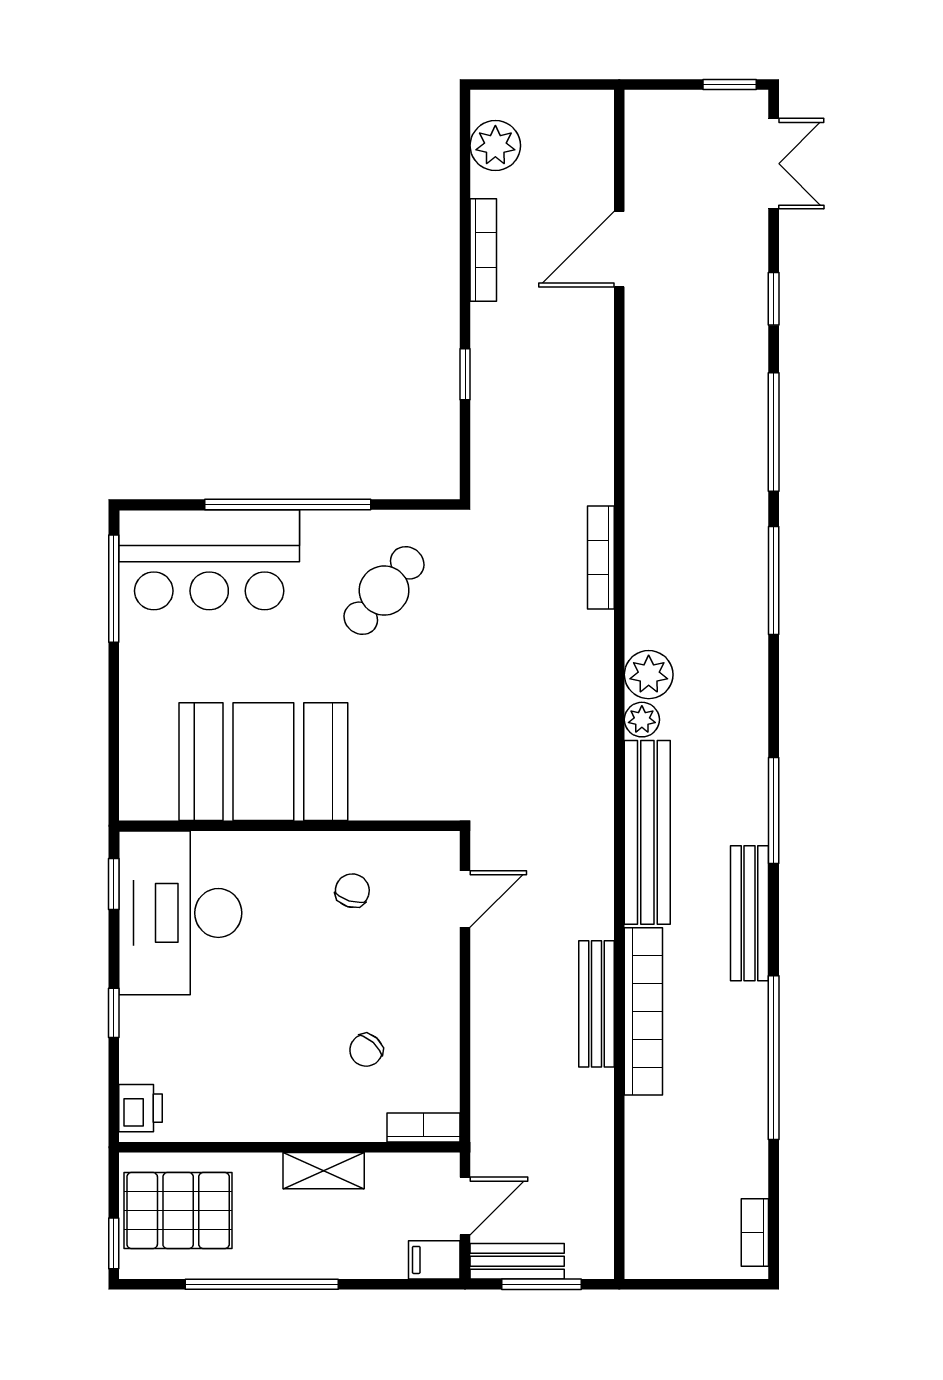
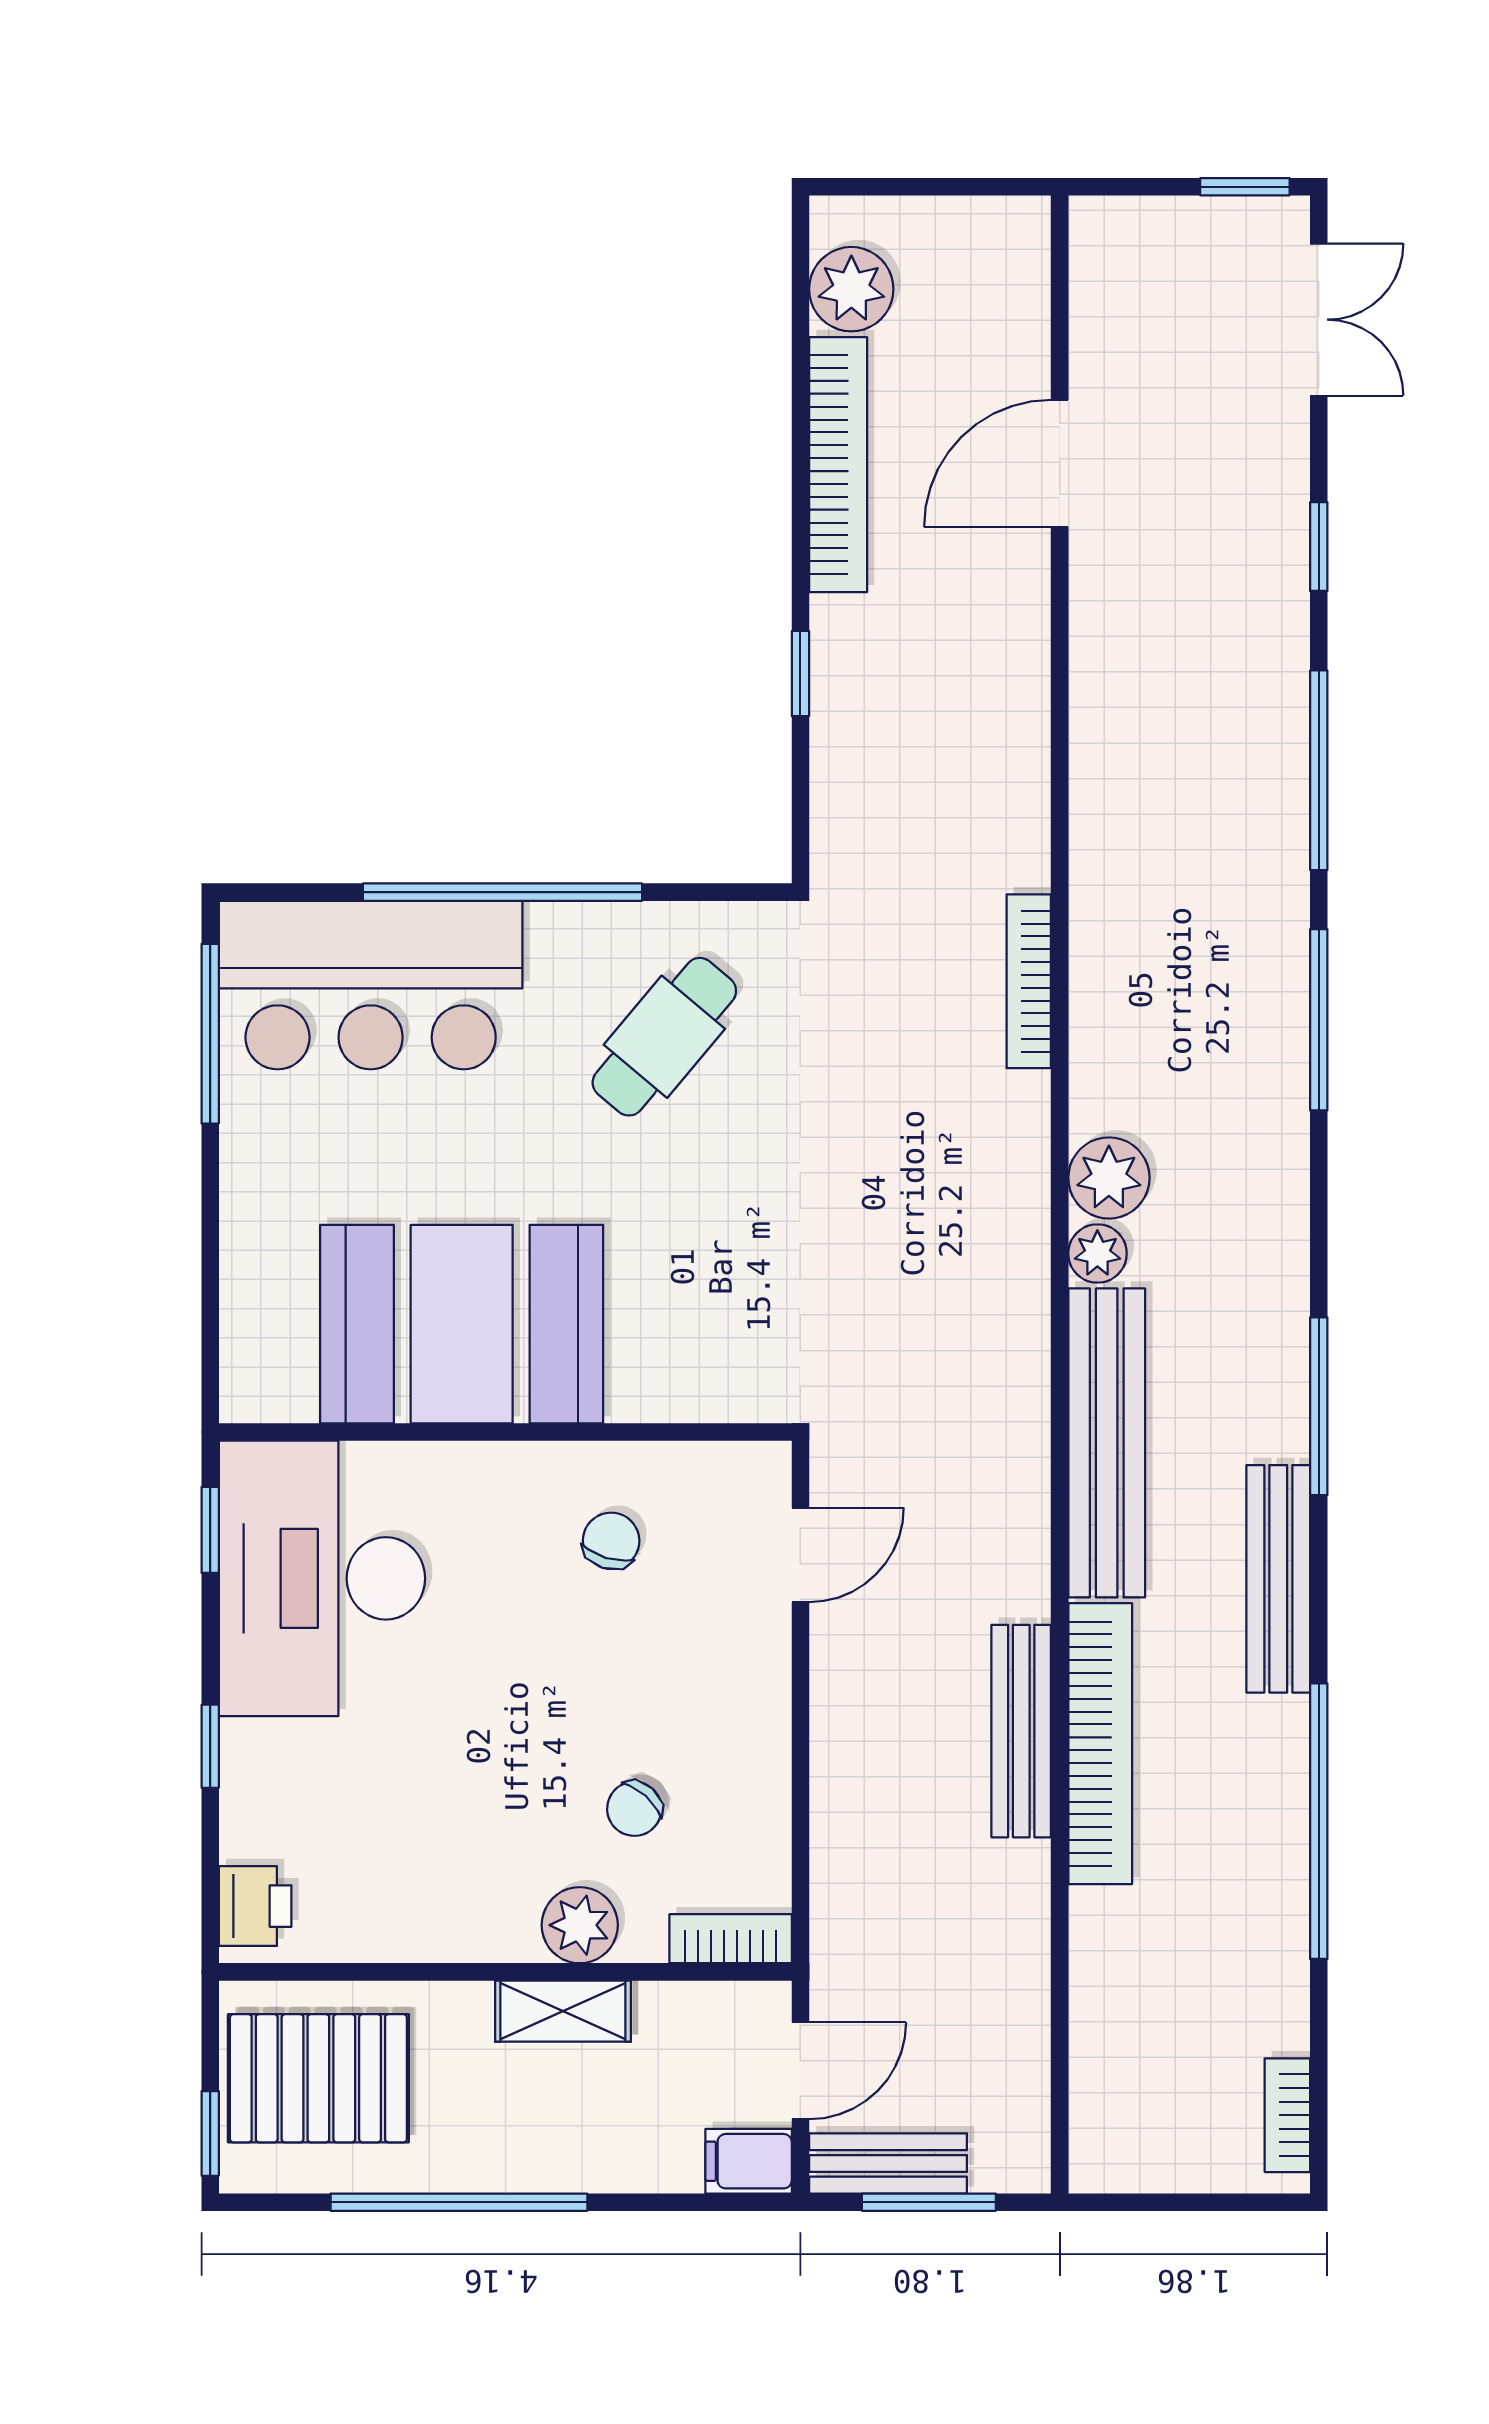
bookcase: (483, 250) -> (838, 465), width x1.48, depth x1.31
plant: (334, 1119) -> (580, 1925), added

